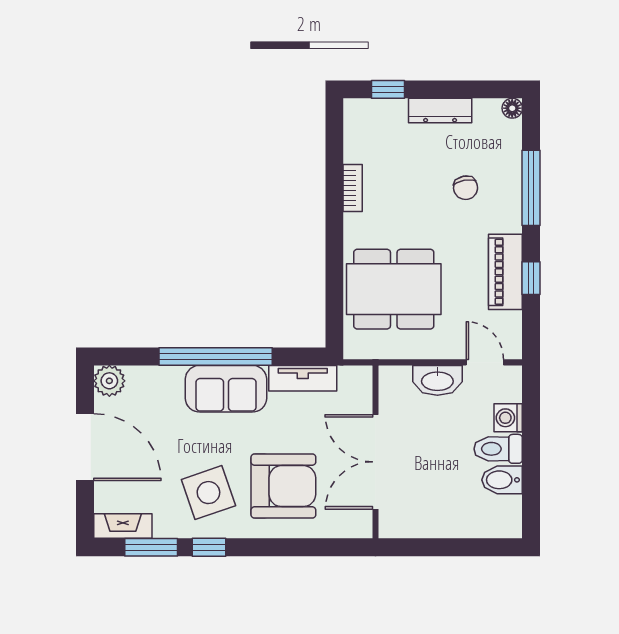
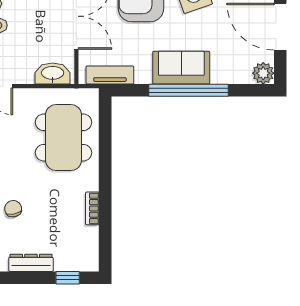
dining table: (394, 289) -> (64, 138), turned 90
tv unit: (303, 378) -> (110, 75), moved
washbasin: (437, 380) -> (53, 74), moved

